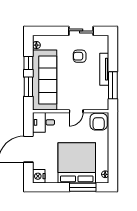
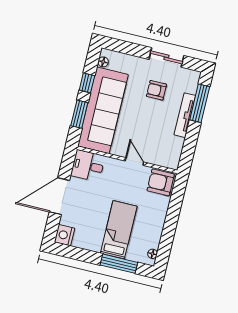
window: (113, 85) -> (200, 103), moved
door: (76, 111) -> (134, 162), swing flipped
armchair: (99, 122) -> (161, 182), turned 90
bed: (77, 163) -> (119, 230), width x0.49

